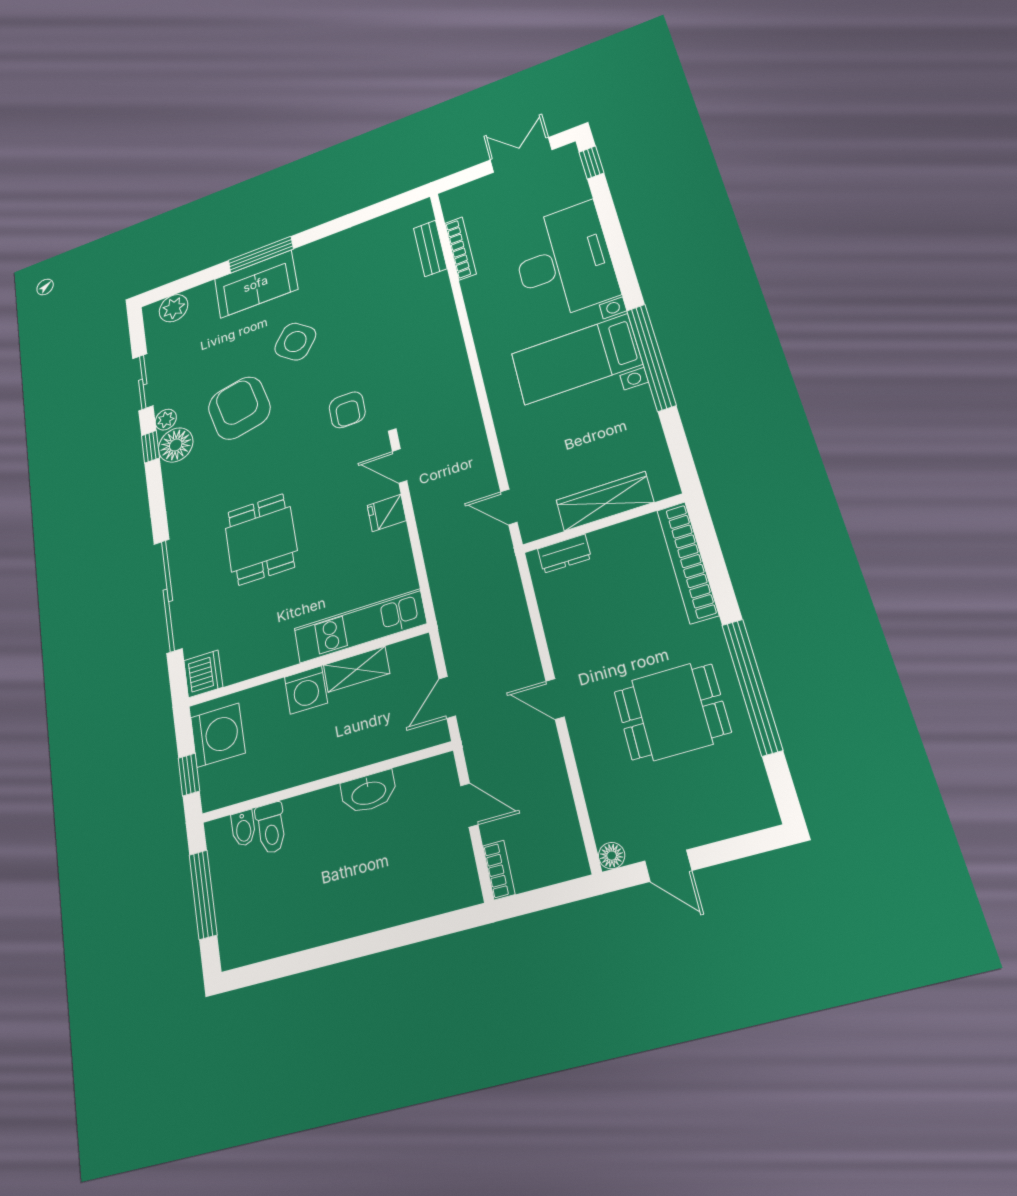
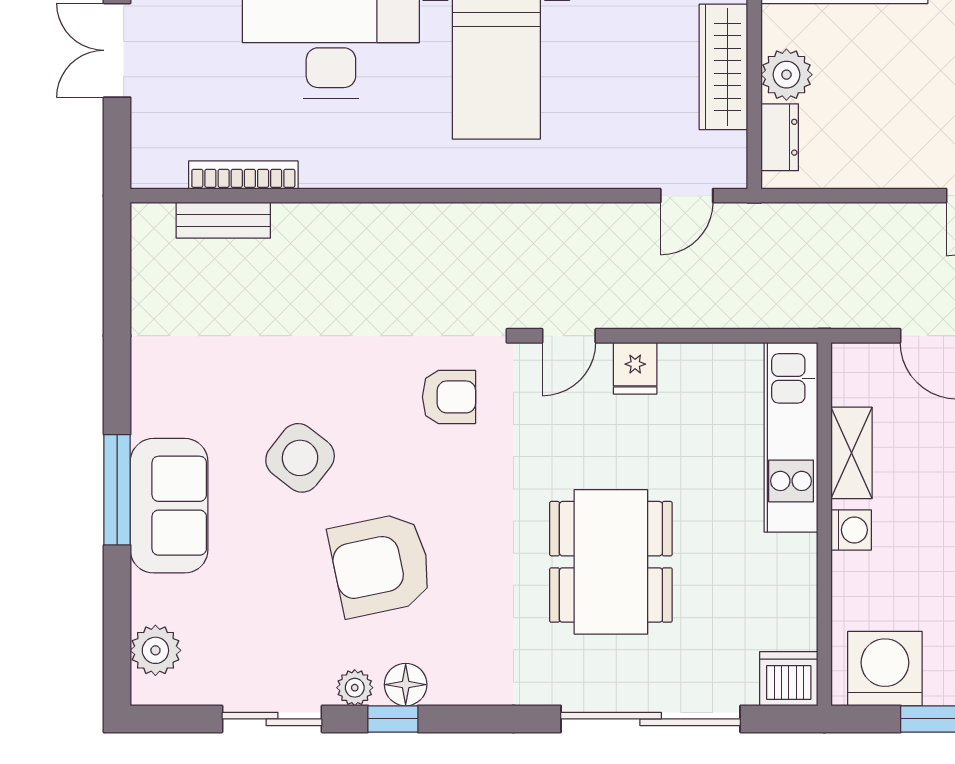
floor lamp: (176, 445) -> (406, 685), width x0.73, depth x0.73
dining table: (261, 539) -> (611, 562), width x1.38
plant: (610, 544) -> (786, 75), added
washing machine: (306, 690) -> (851, 530), width x0.73, depth x0.73

